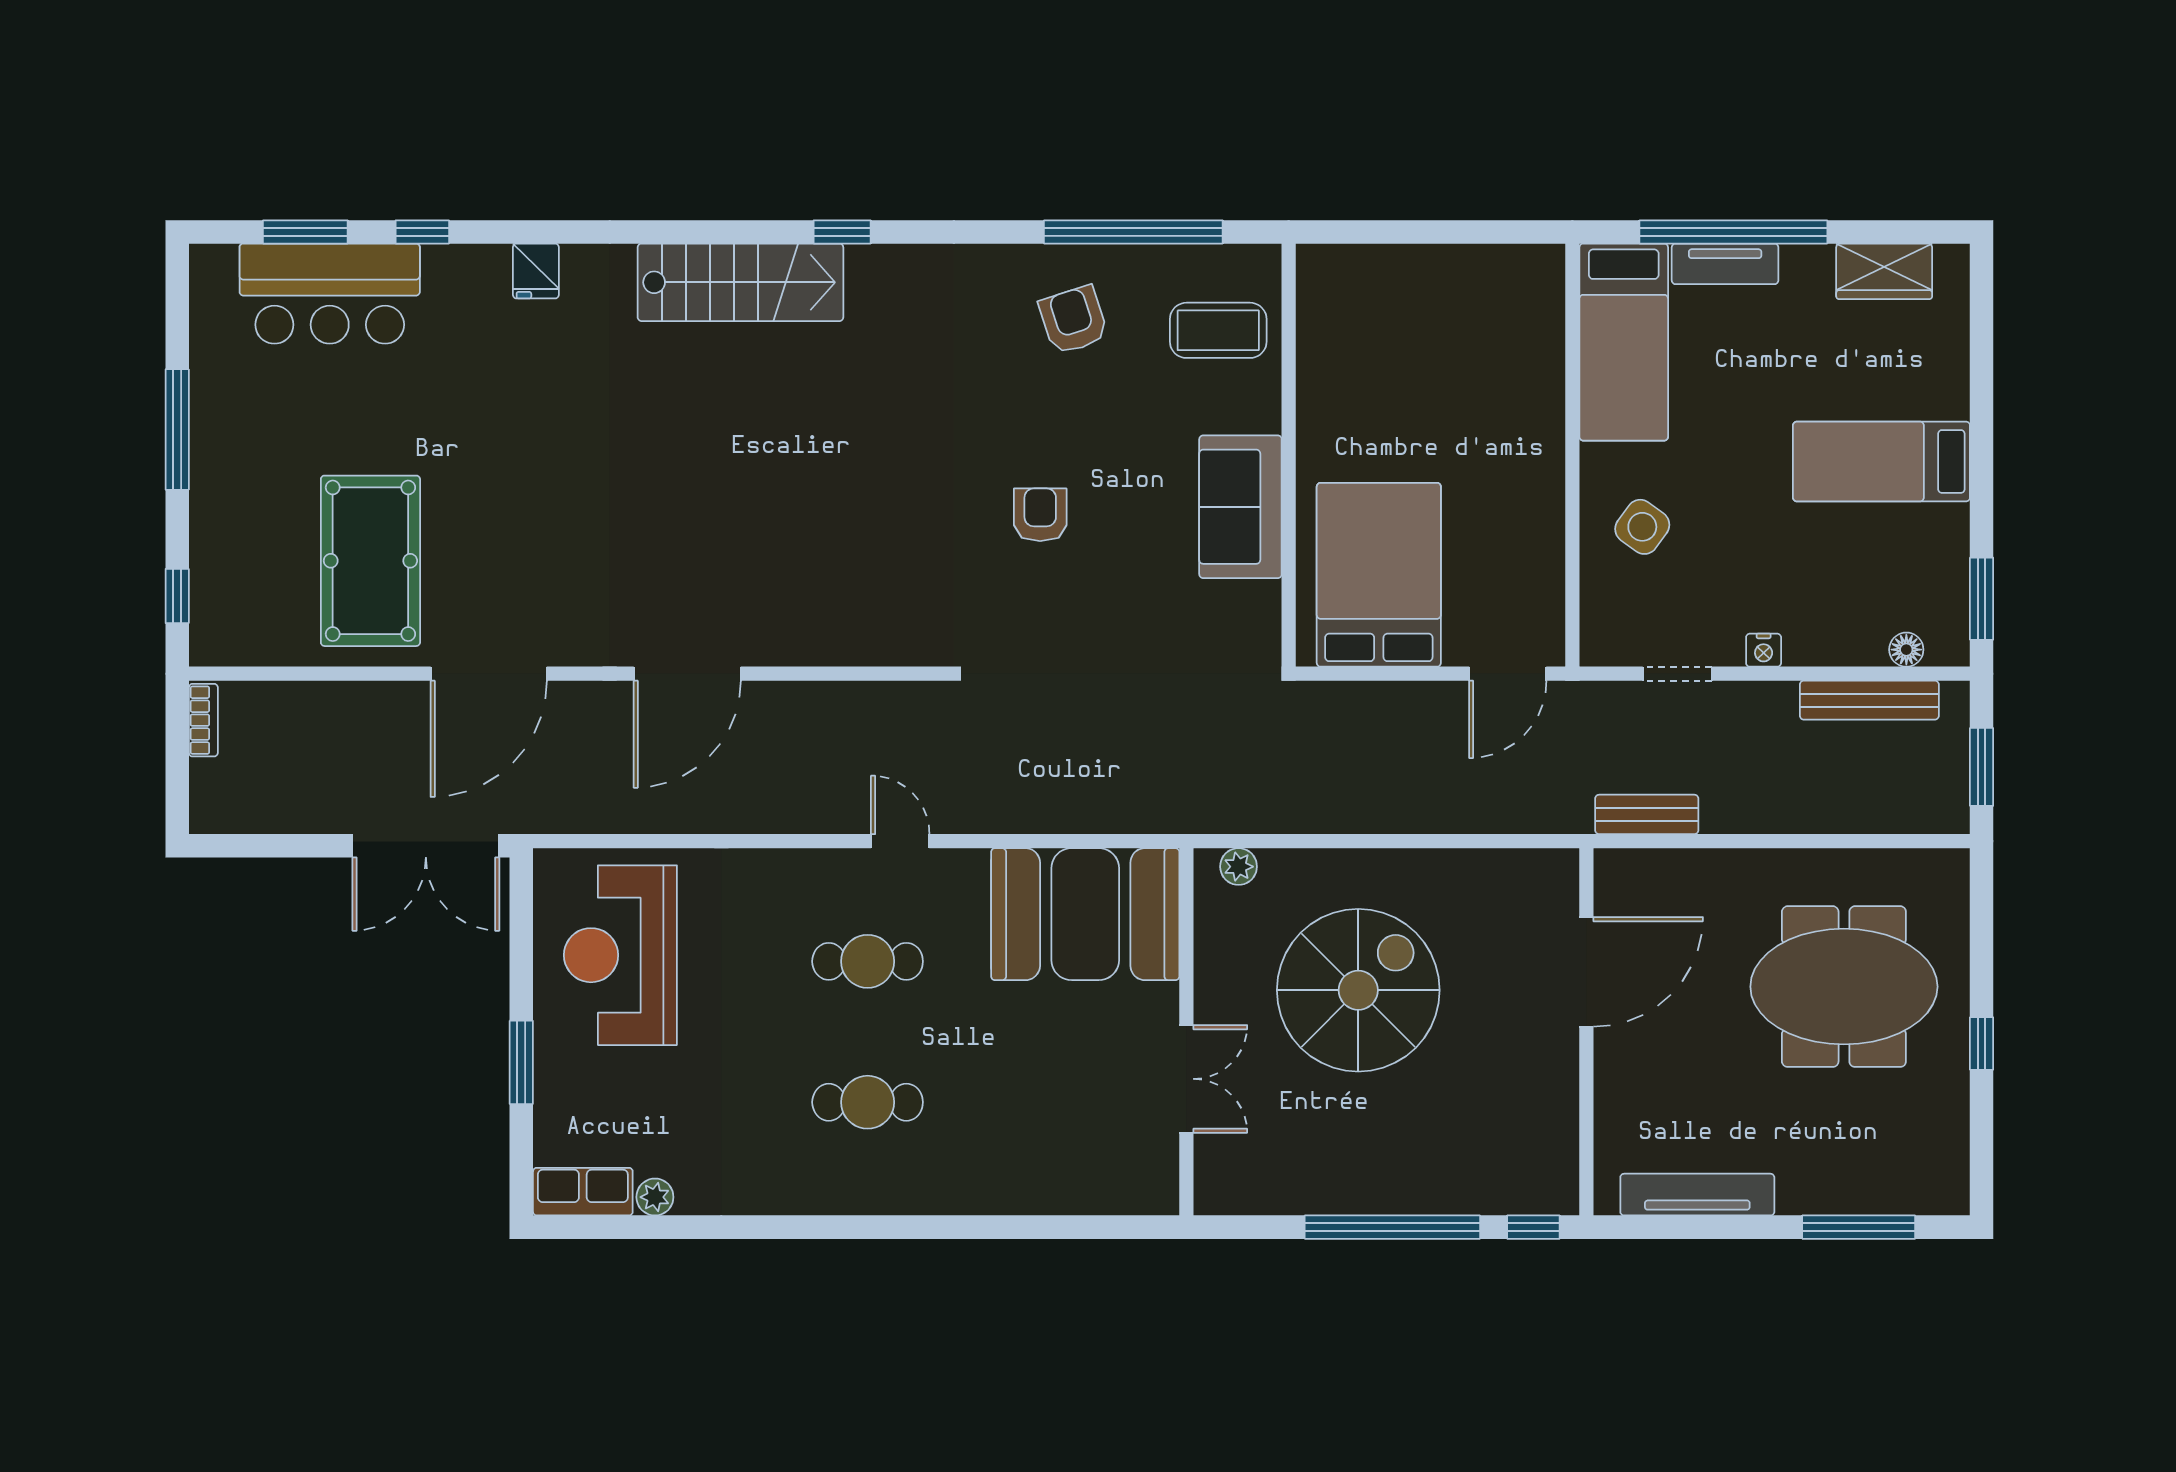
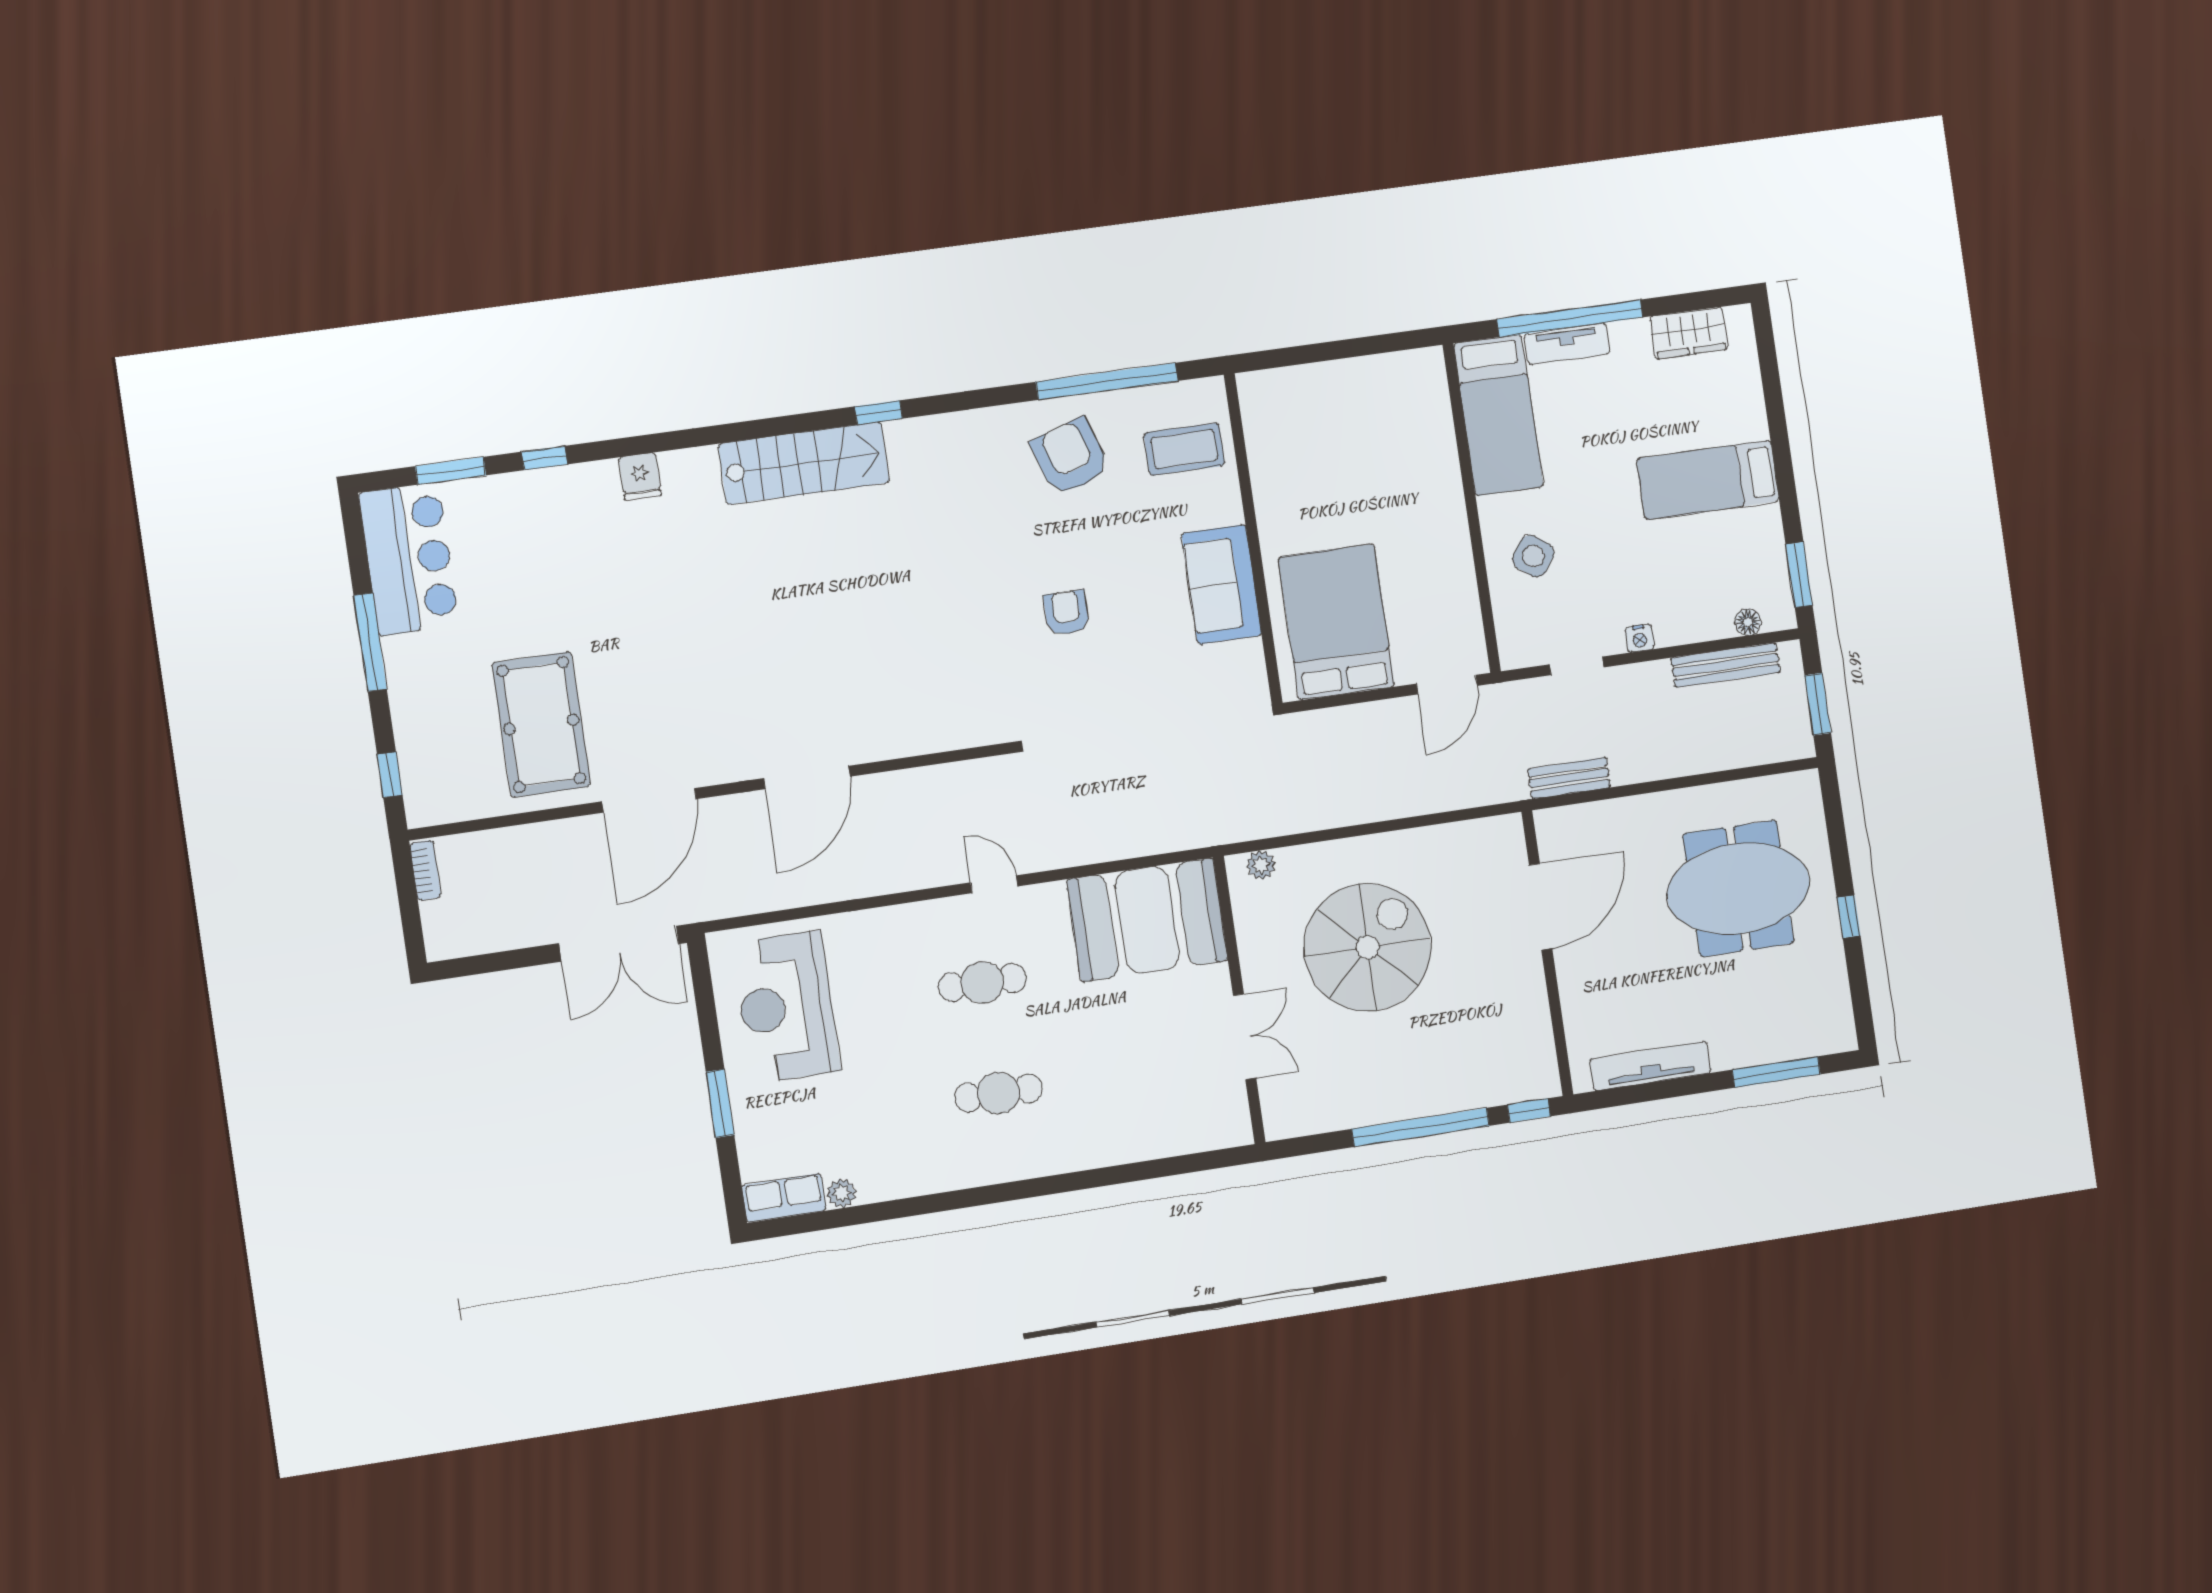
bar counter: (330, 294) -> (409, 559), moved, turned -90
armchair: (1073, 320) -> (1070, 457), width x1.38, depth x1.38

